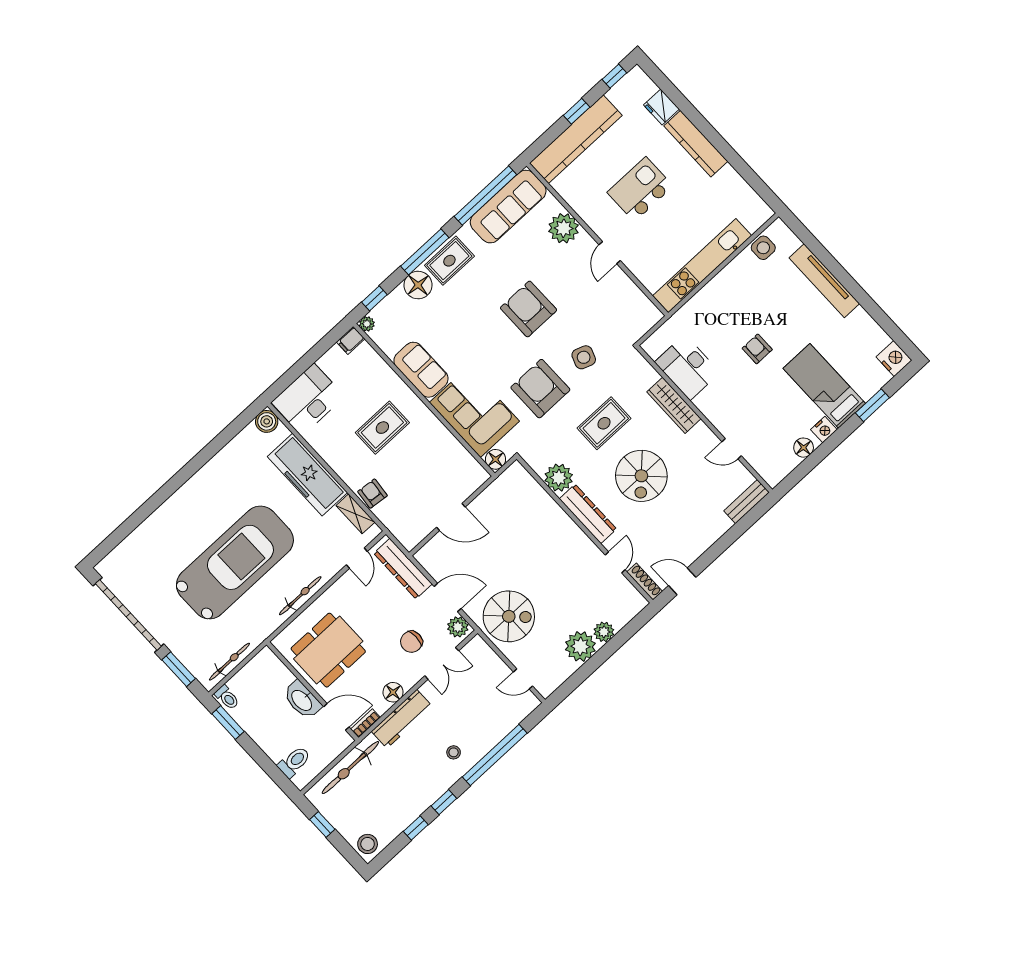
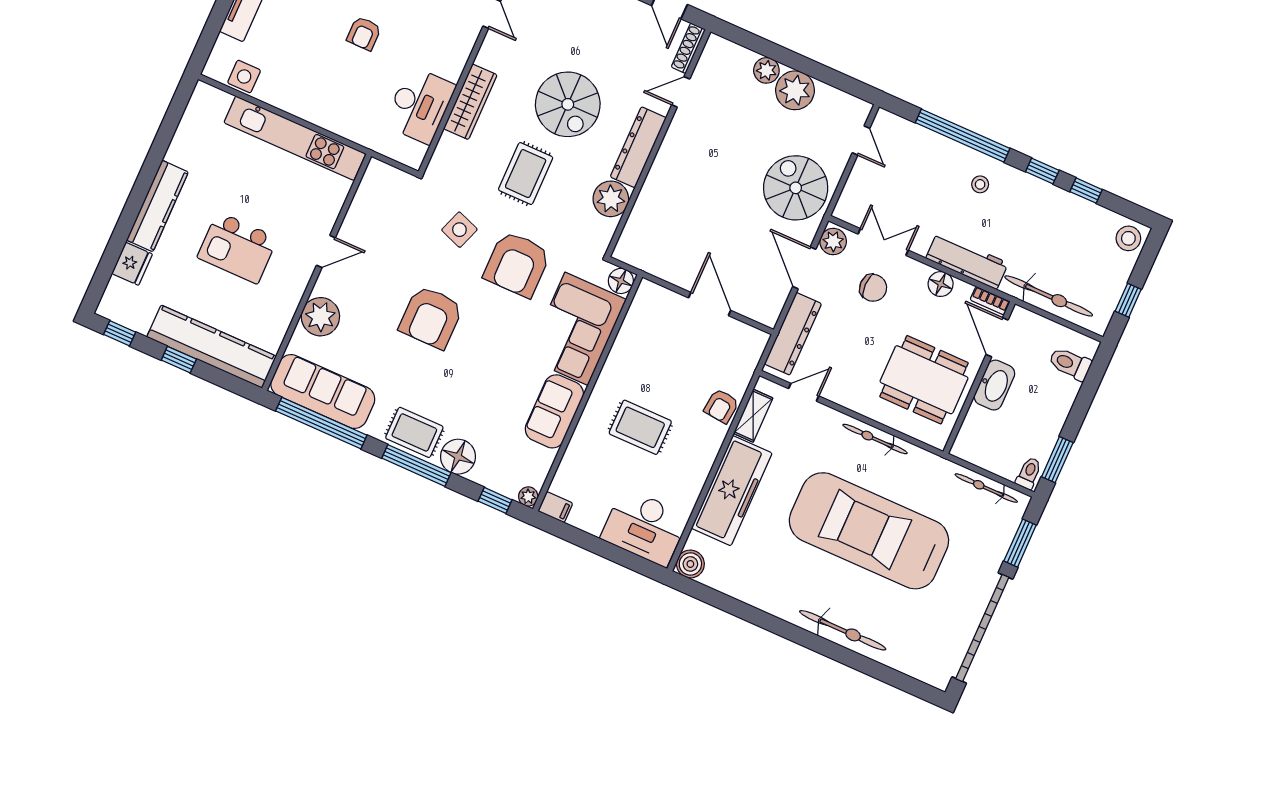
rug: (604, 423) -> (526, 174), turned 90
spiral stairs: (641, 476) -> (568, 104), turned 90
bicycle: (170, 512) -> (843, 630), added

